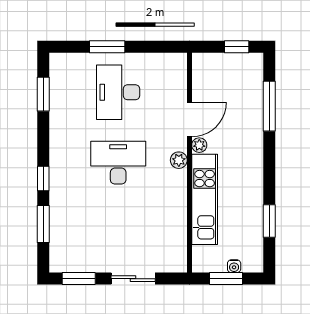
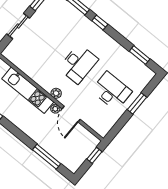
window: (237, 47) -> (94, 155), moved

